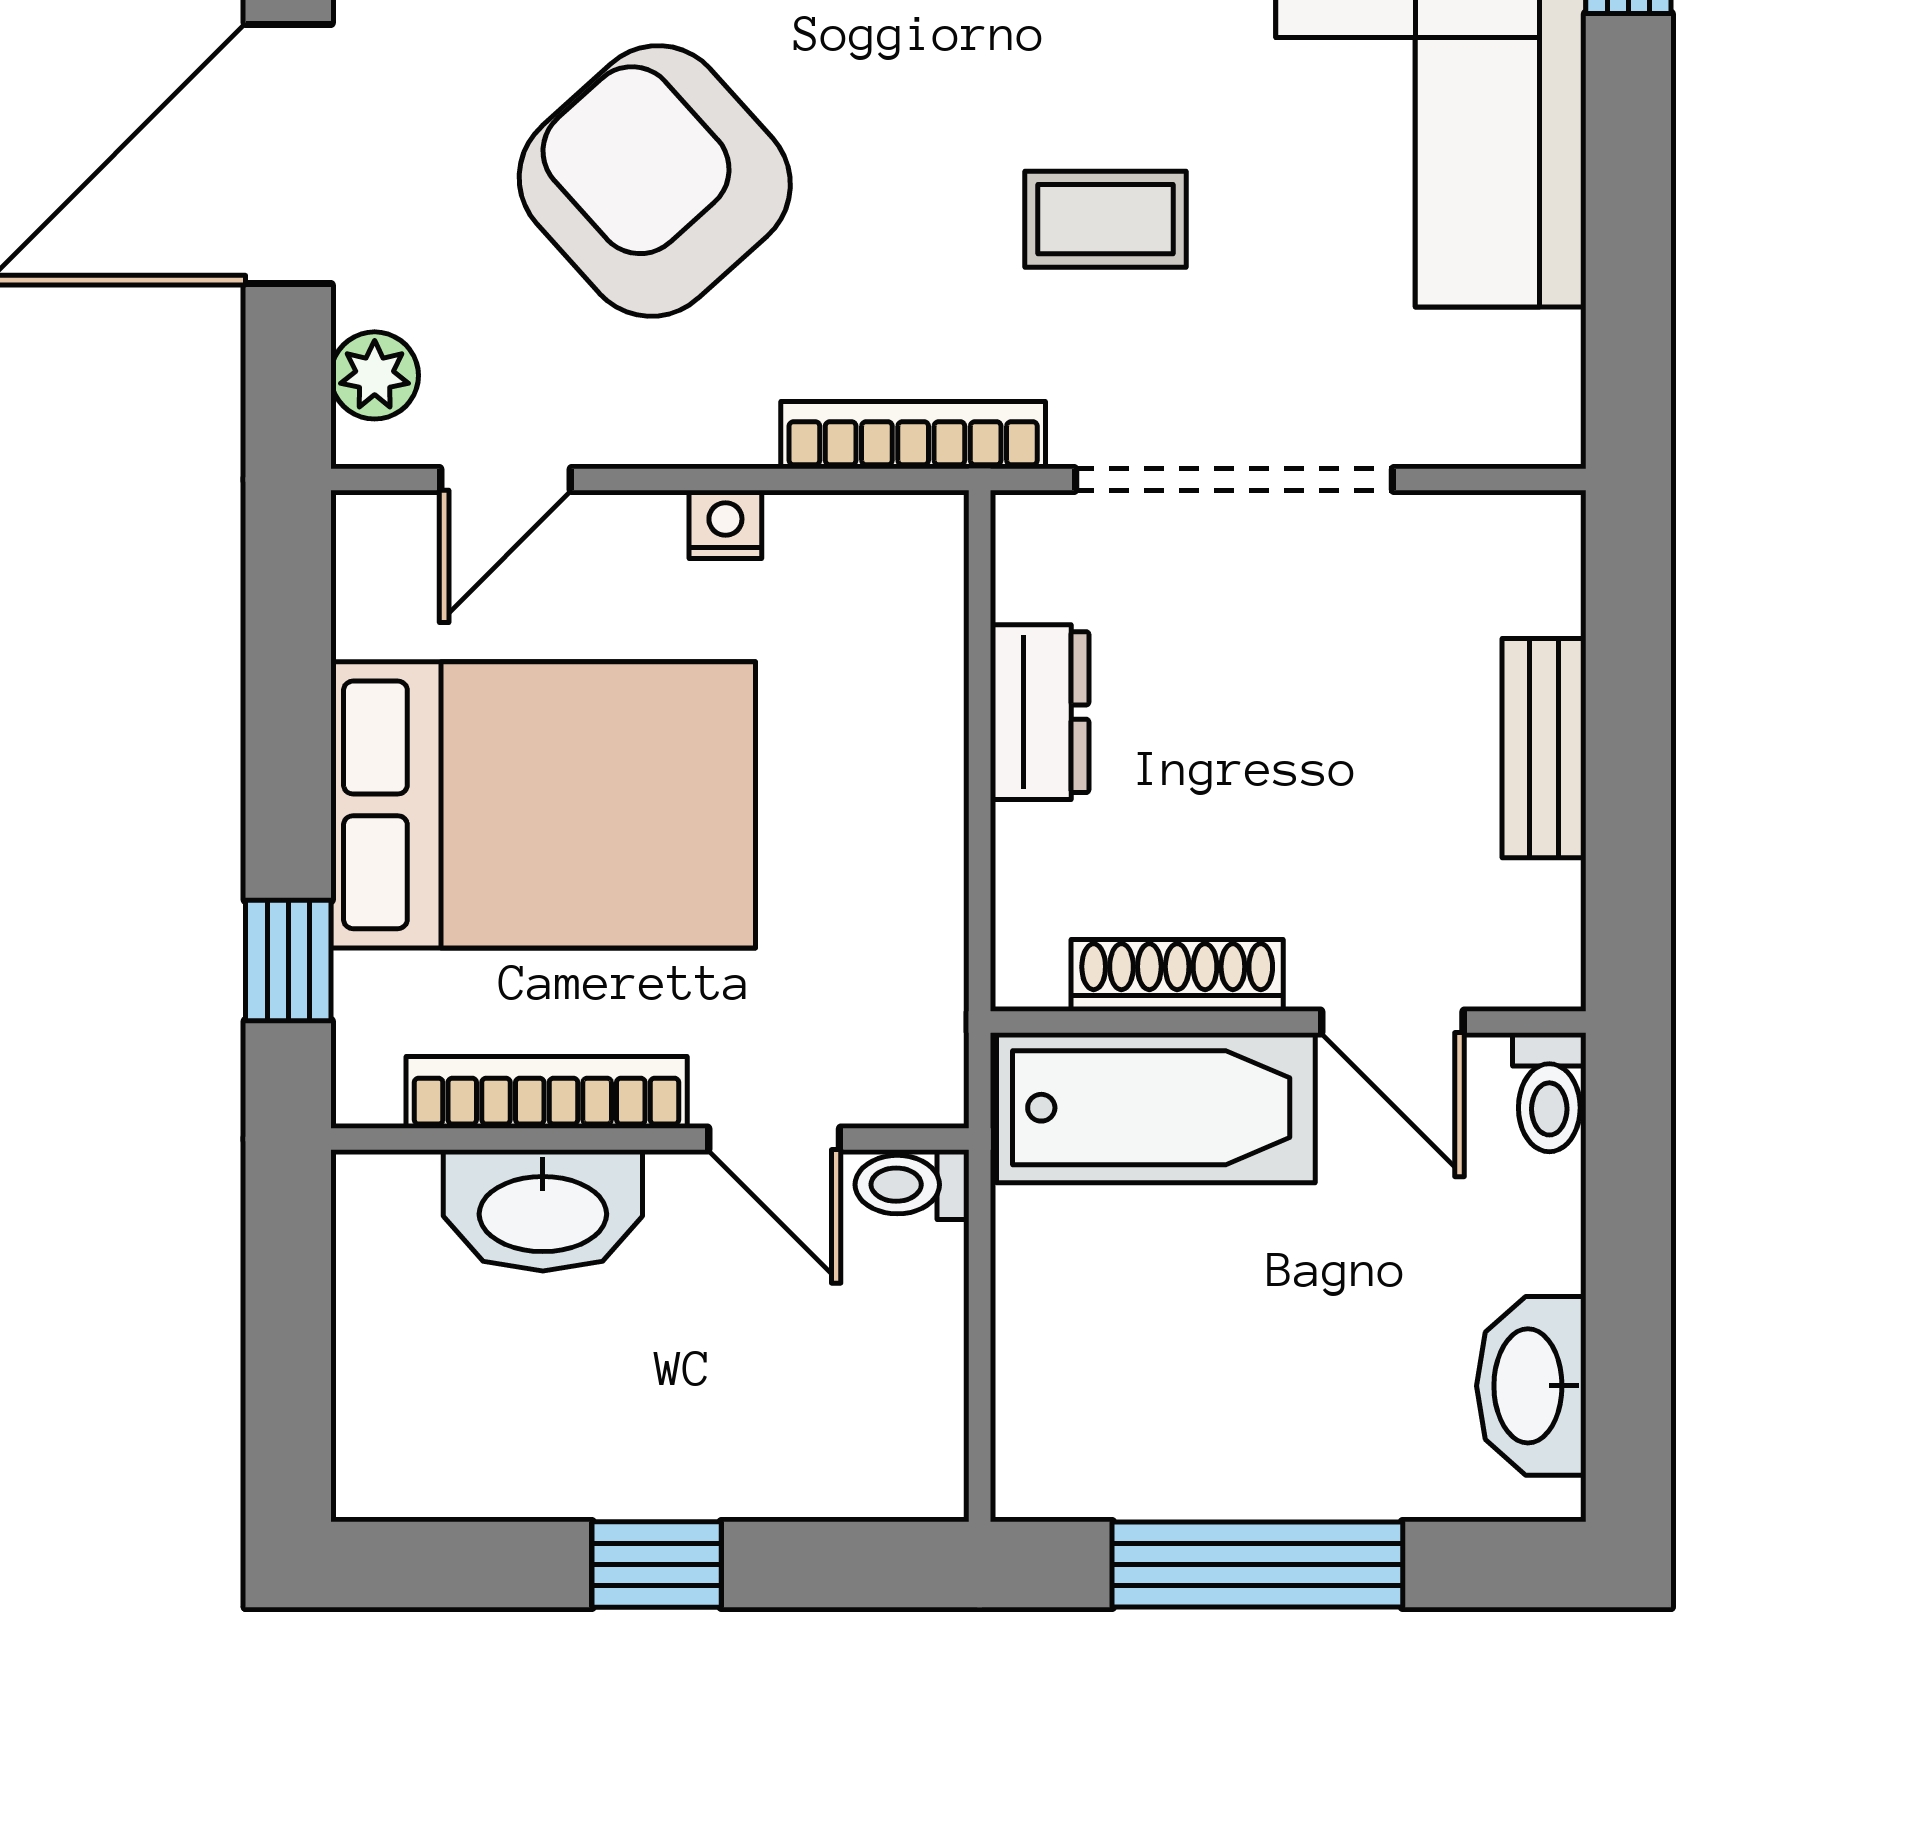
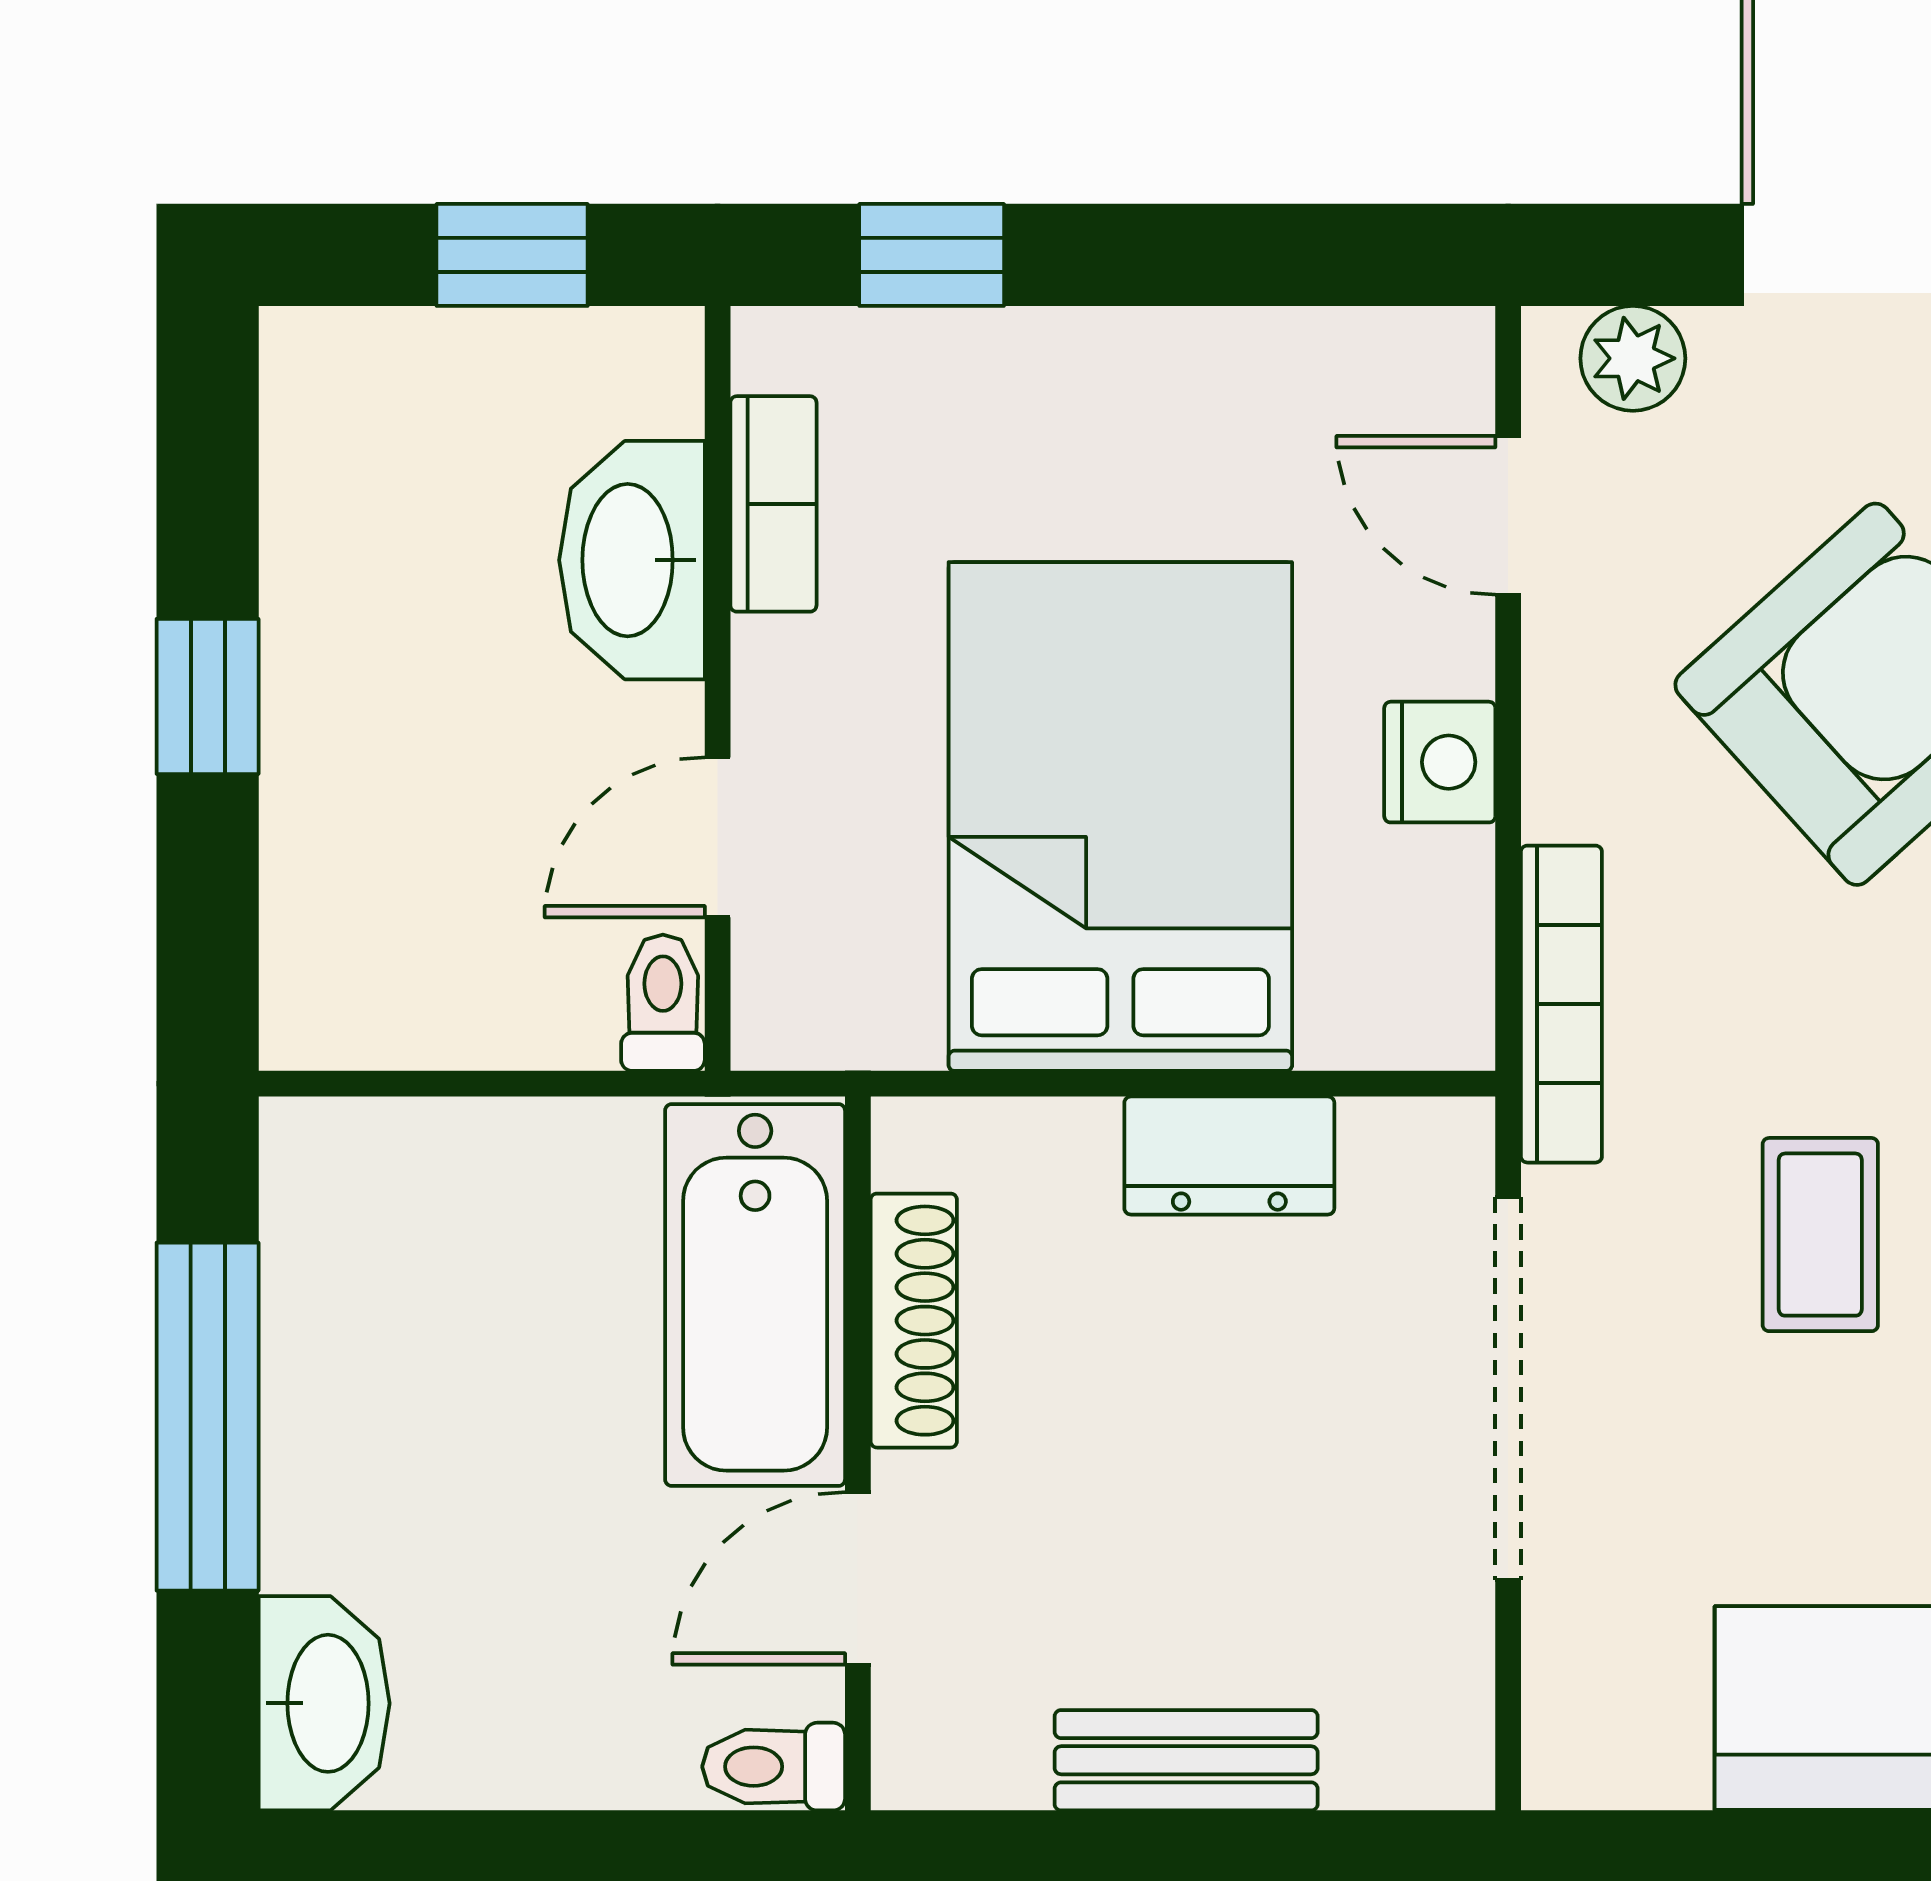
nightstand: (725, 524) -> (1440, 762), width x1.39, depth x1.35
bed: (543, 805) -> (1120, 817), moved, turned 180
bookcase: (547, 1092) -> (773, 504), width x0.64
window: (288, 1310) -> (512, 255), added
washbasin: (1531, 1386) -> (324, 1703), moved, turned 90

